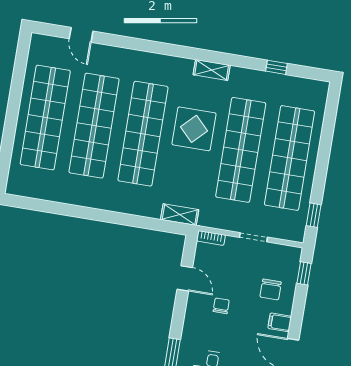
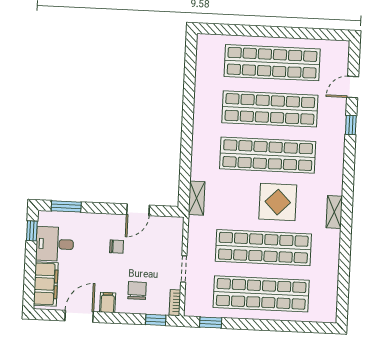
window: (277, 67) -> (351, 125), moved
bookcase: (211, 238) -> (175, 302), moved
chair: (271, 290) -> (137, 291), turned 90

